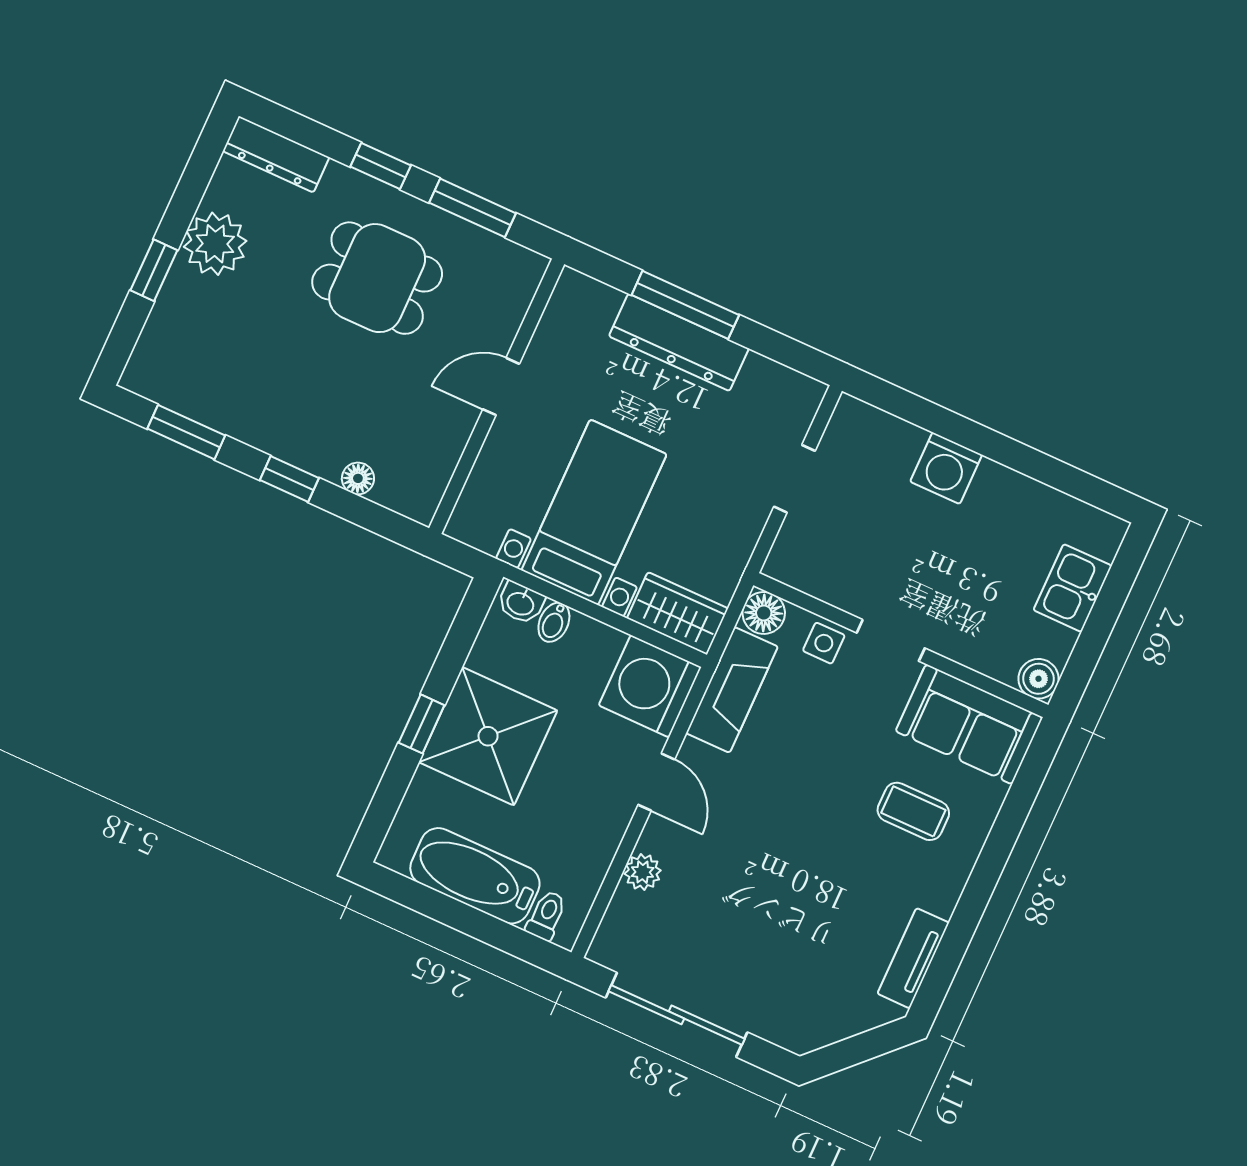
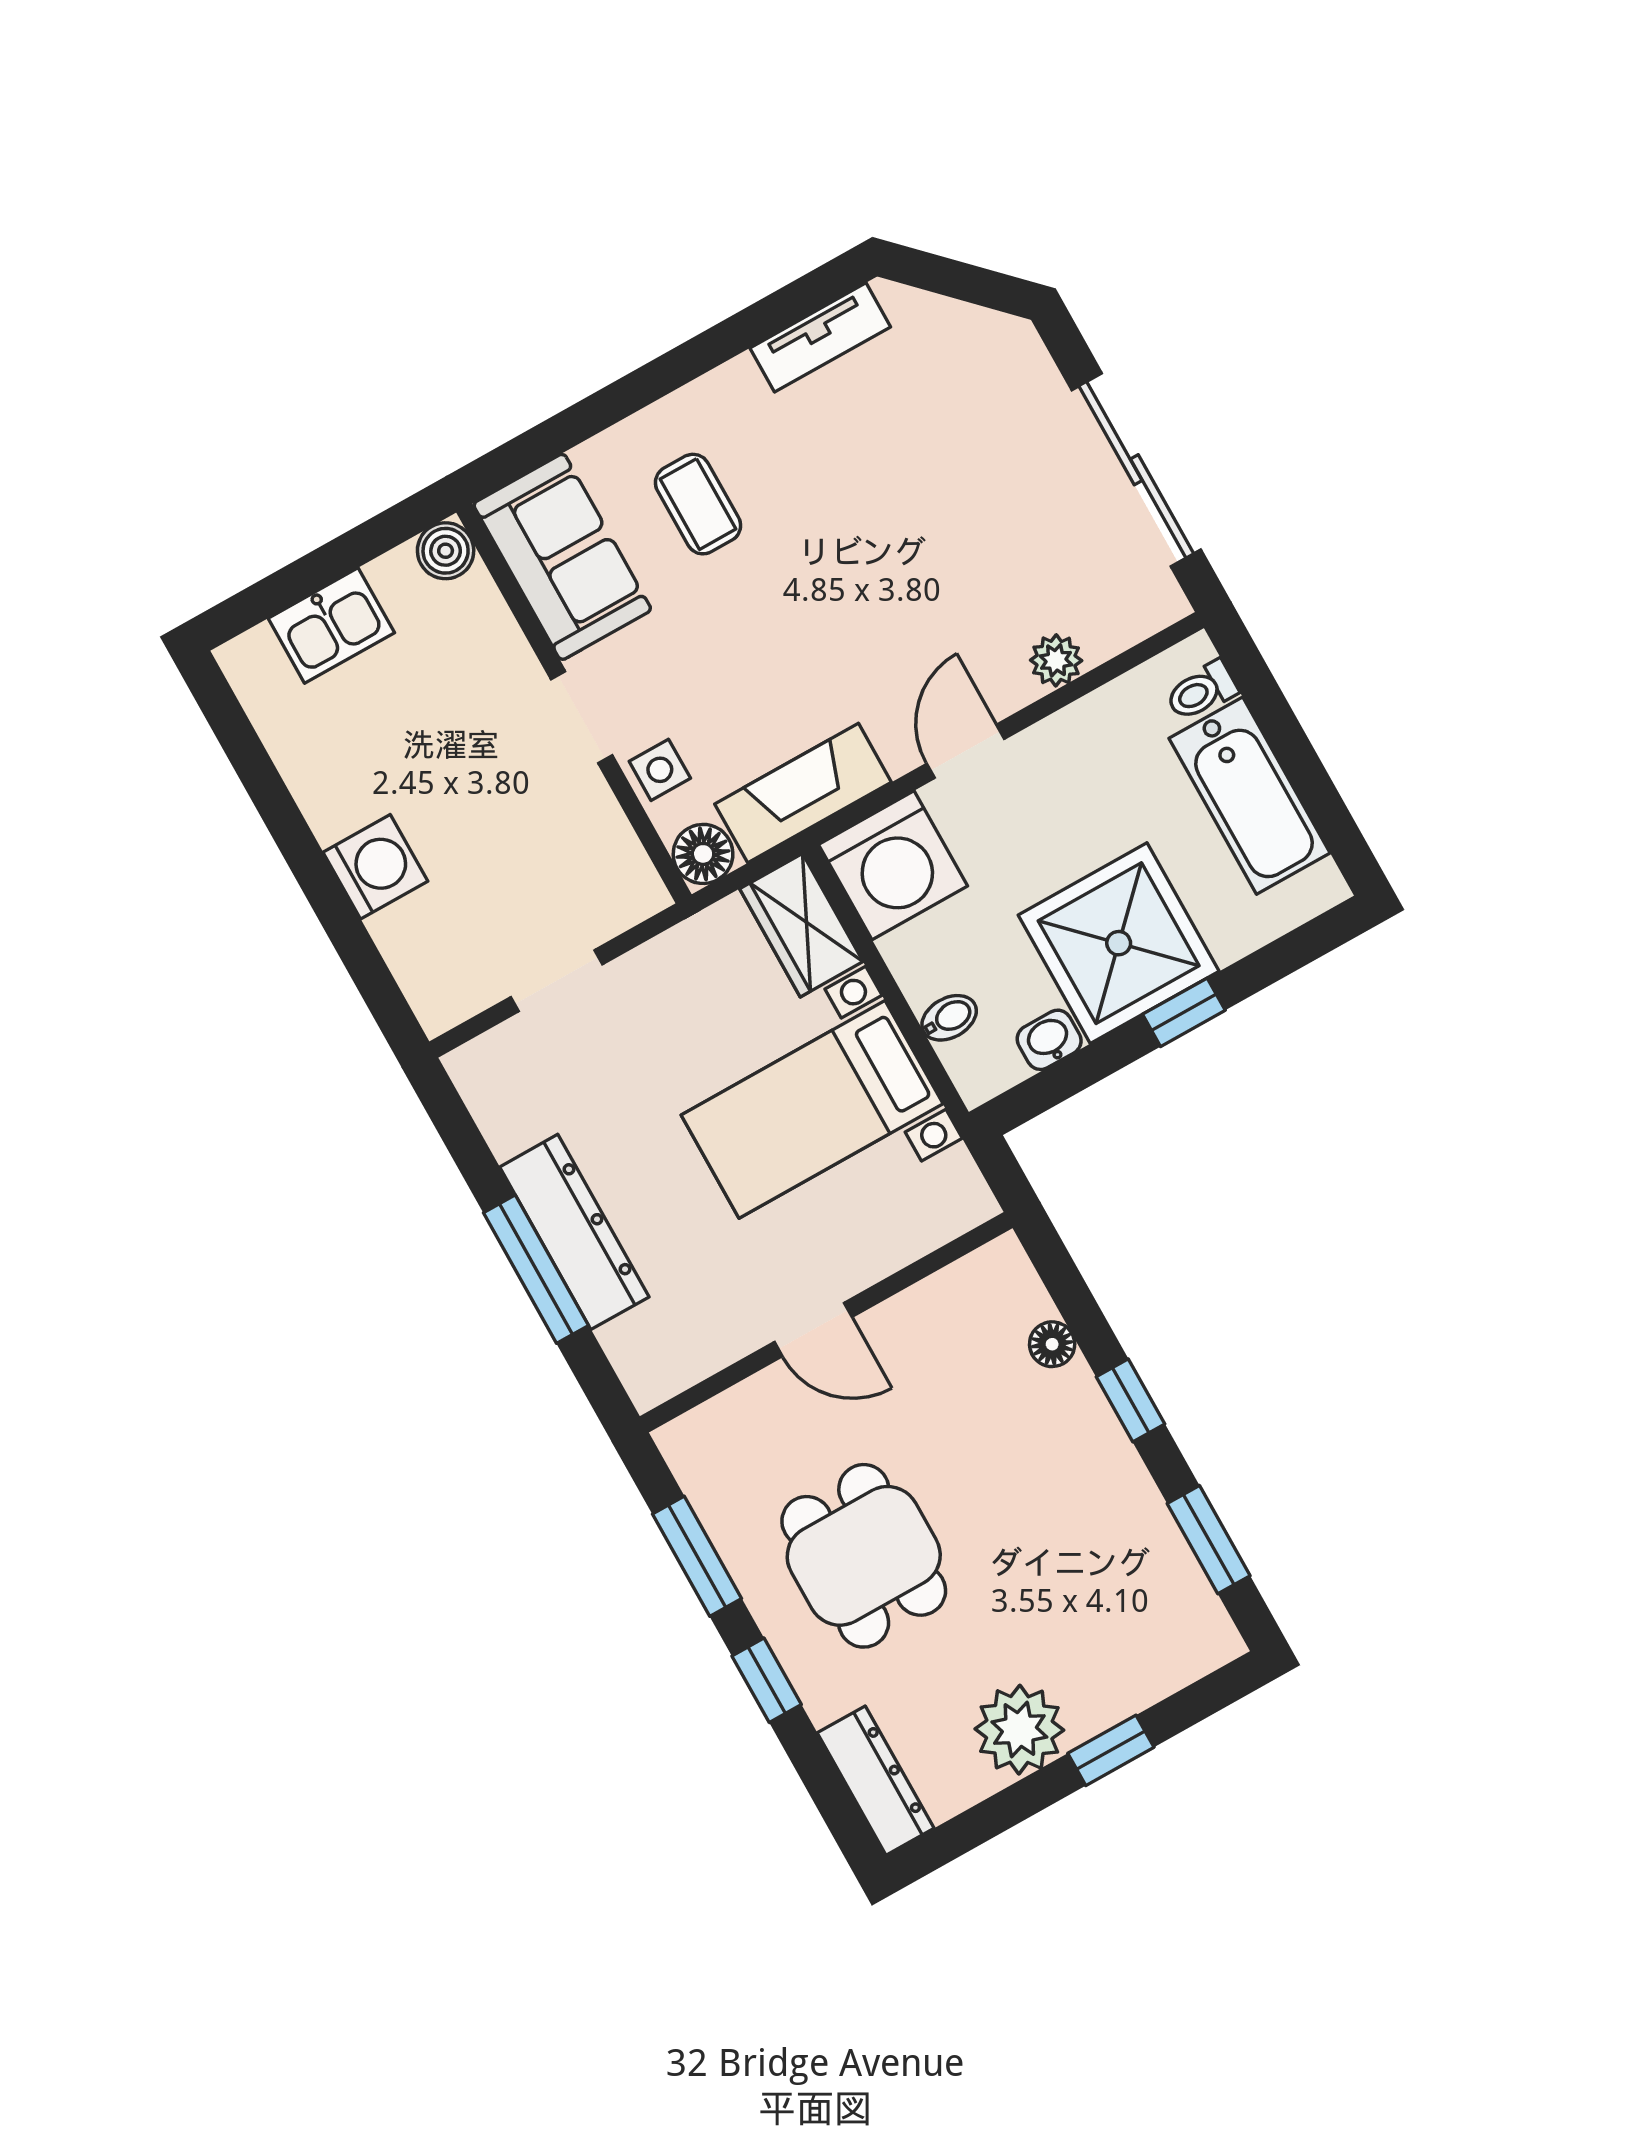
washbasin: (521, 603) -> (1049, 1040), moved, turned -90

